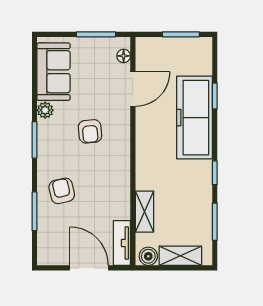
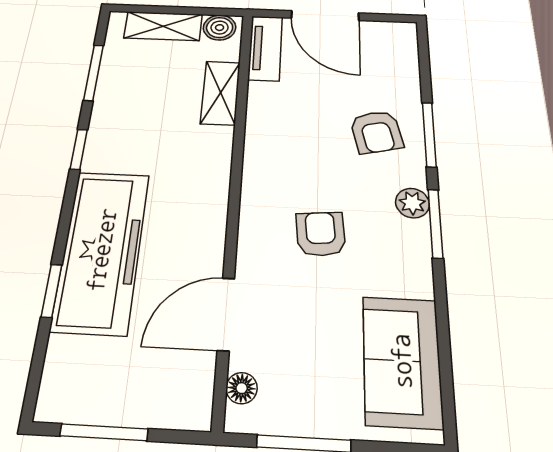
plant: (45, 110) -> (412, 203), moved
window: (34, 211) -> (429, 134), moved

